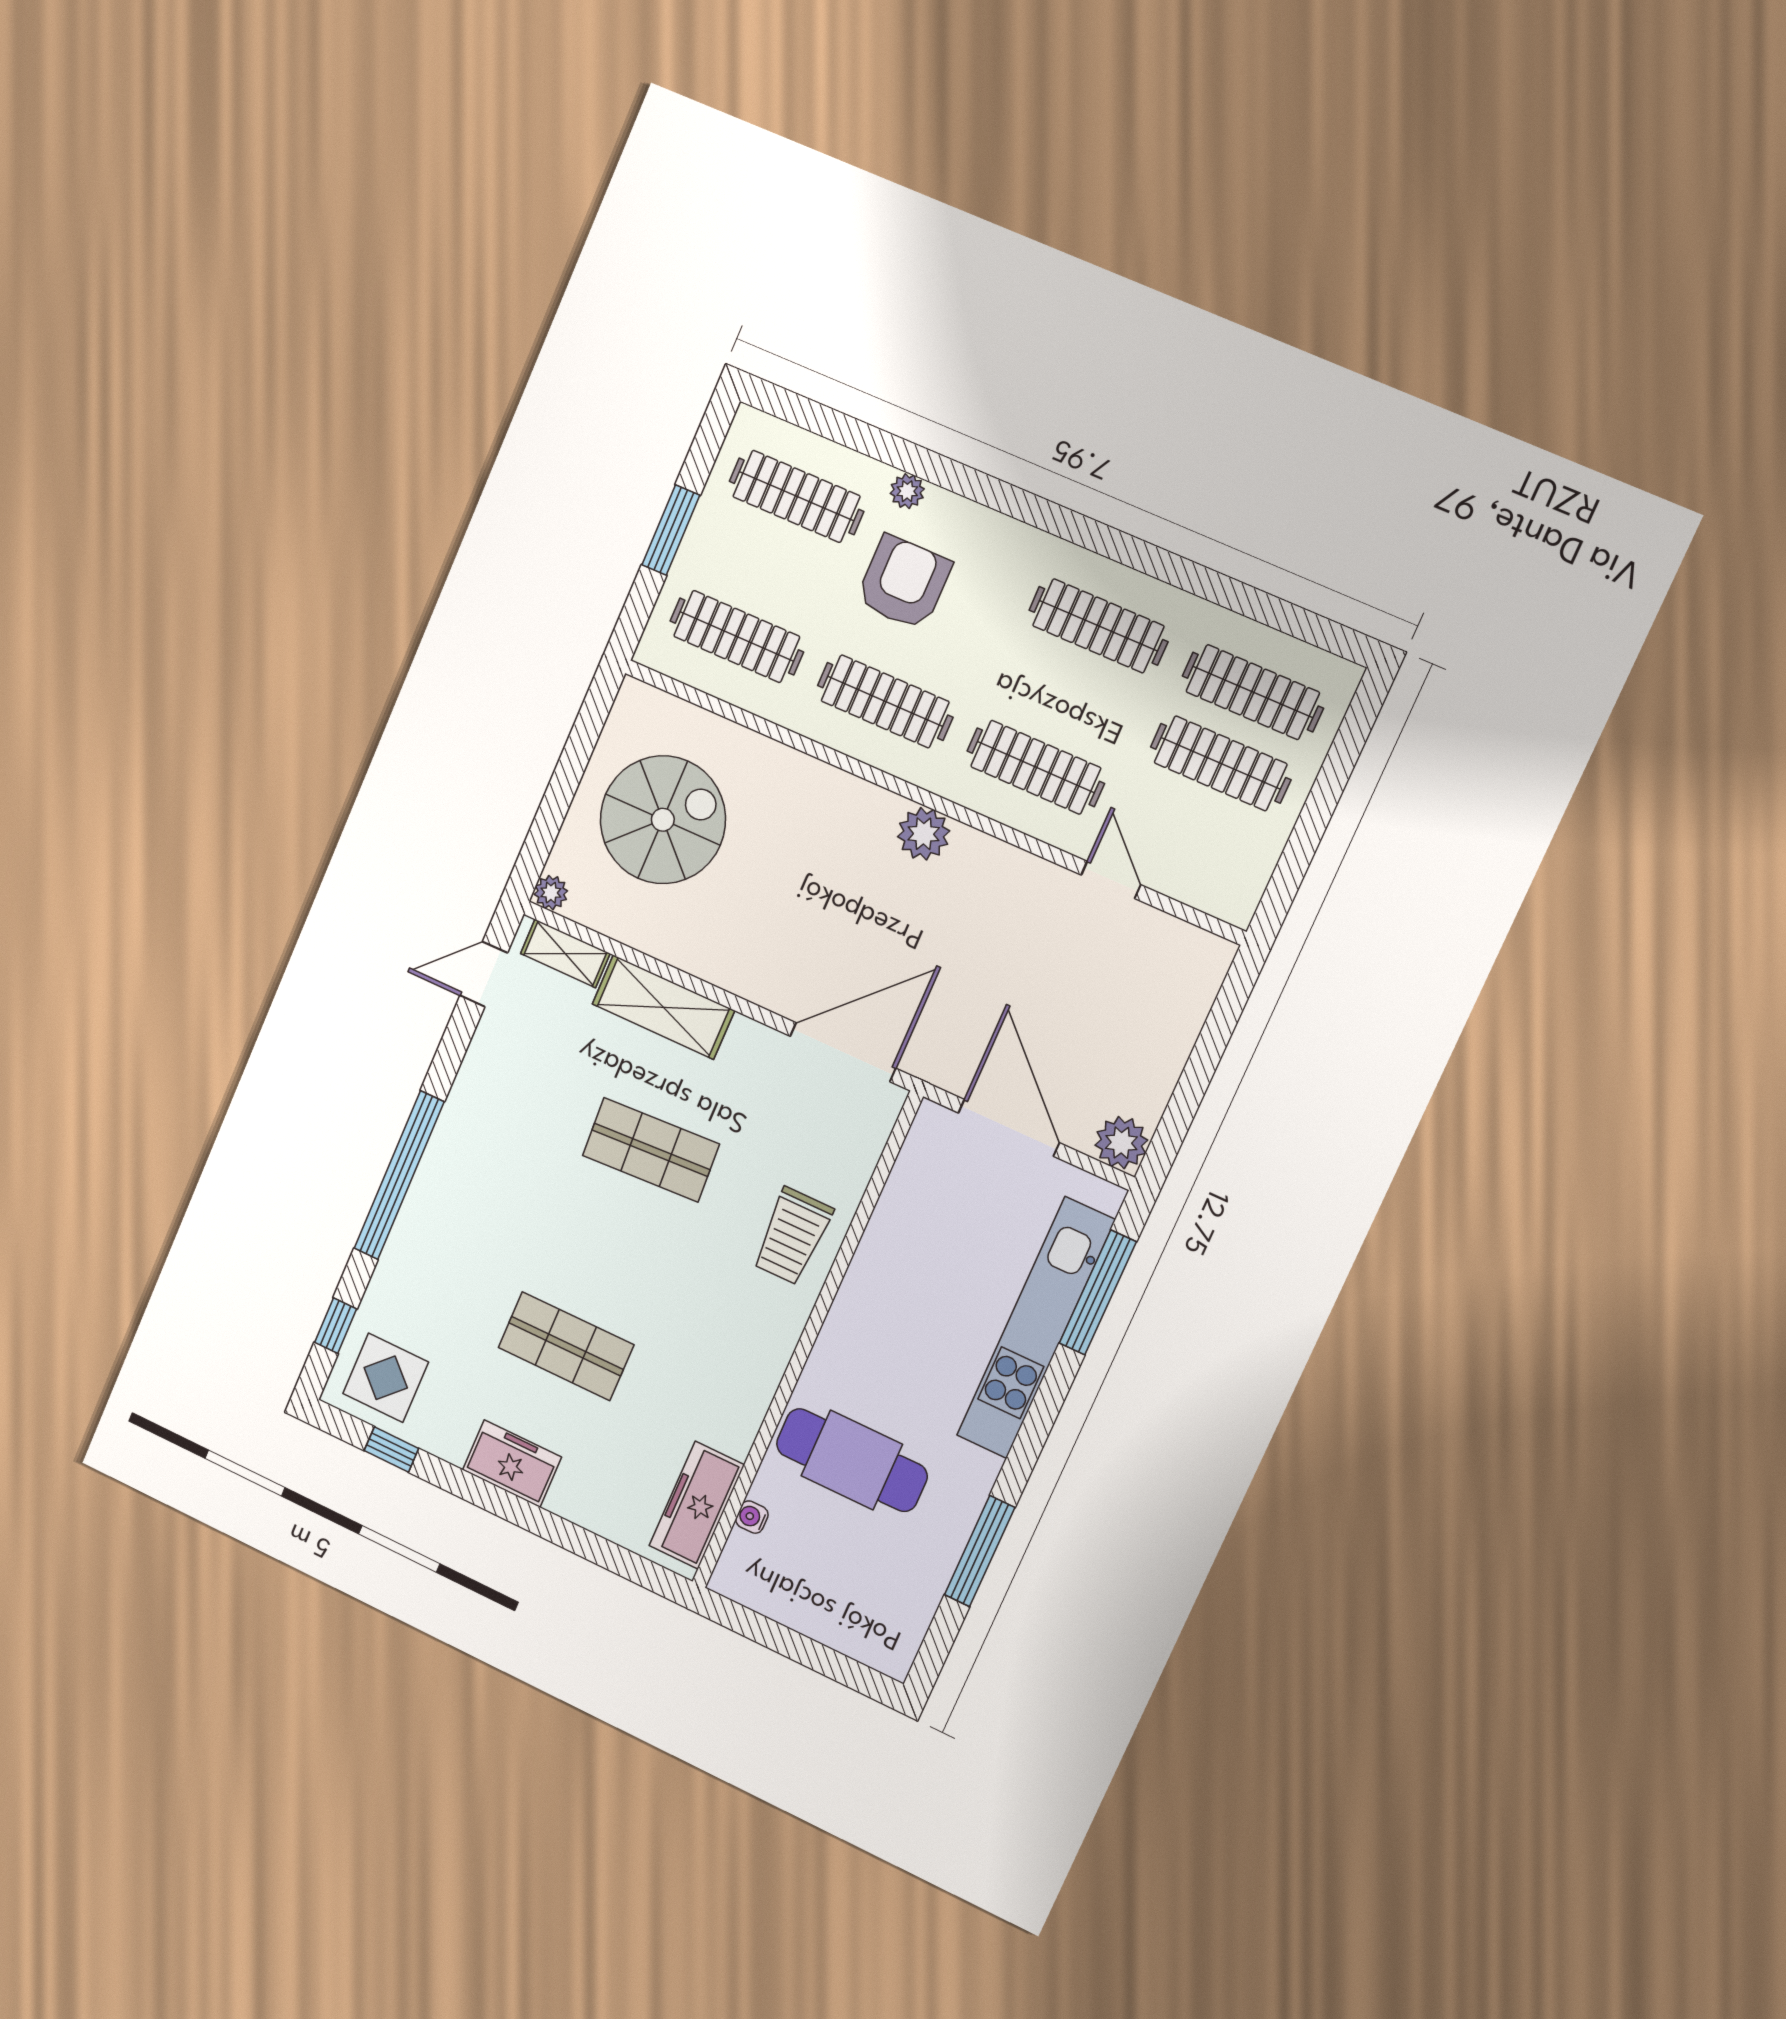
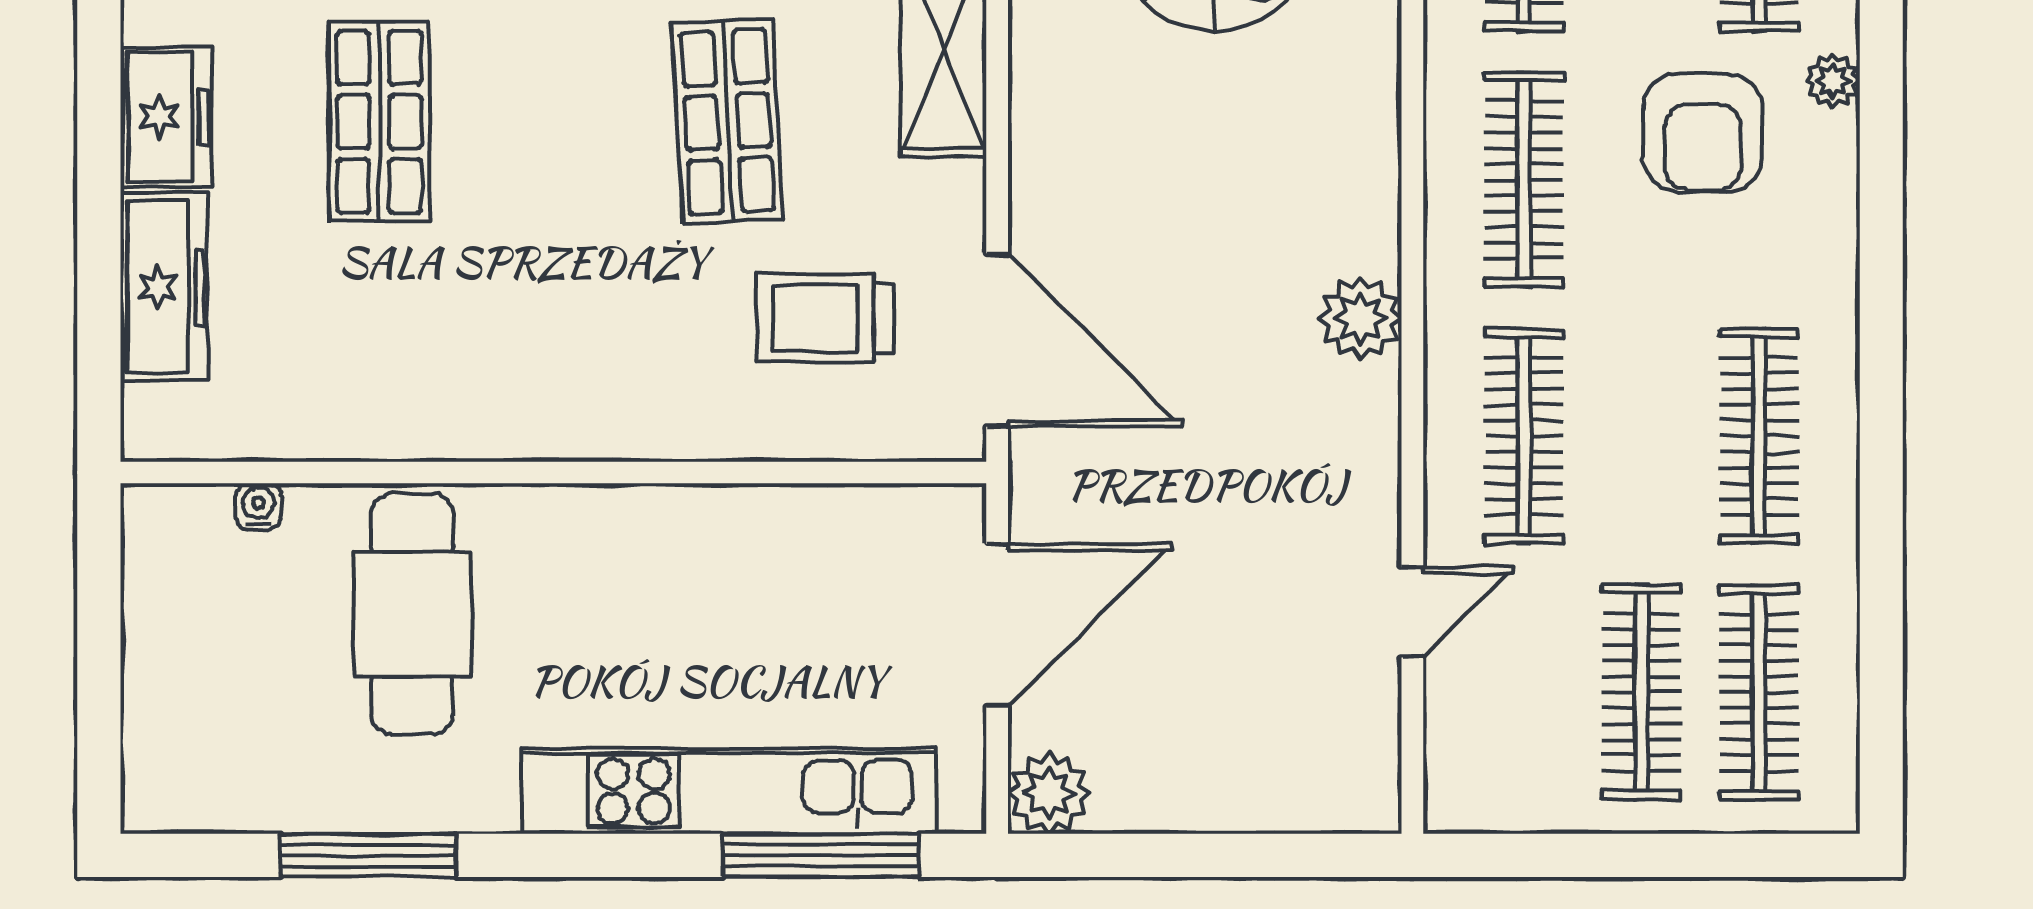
armchair: (904, 583) -> (1703, 133), turned 90
trolley: (792, 1236) -> (825, 318), moved
freezer: (697, 1505) -> (164, 287), moved, turned 90

